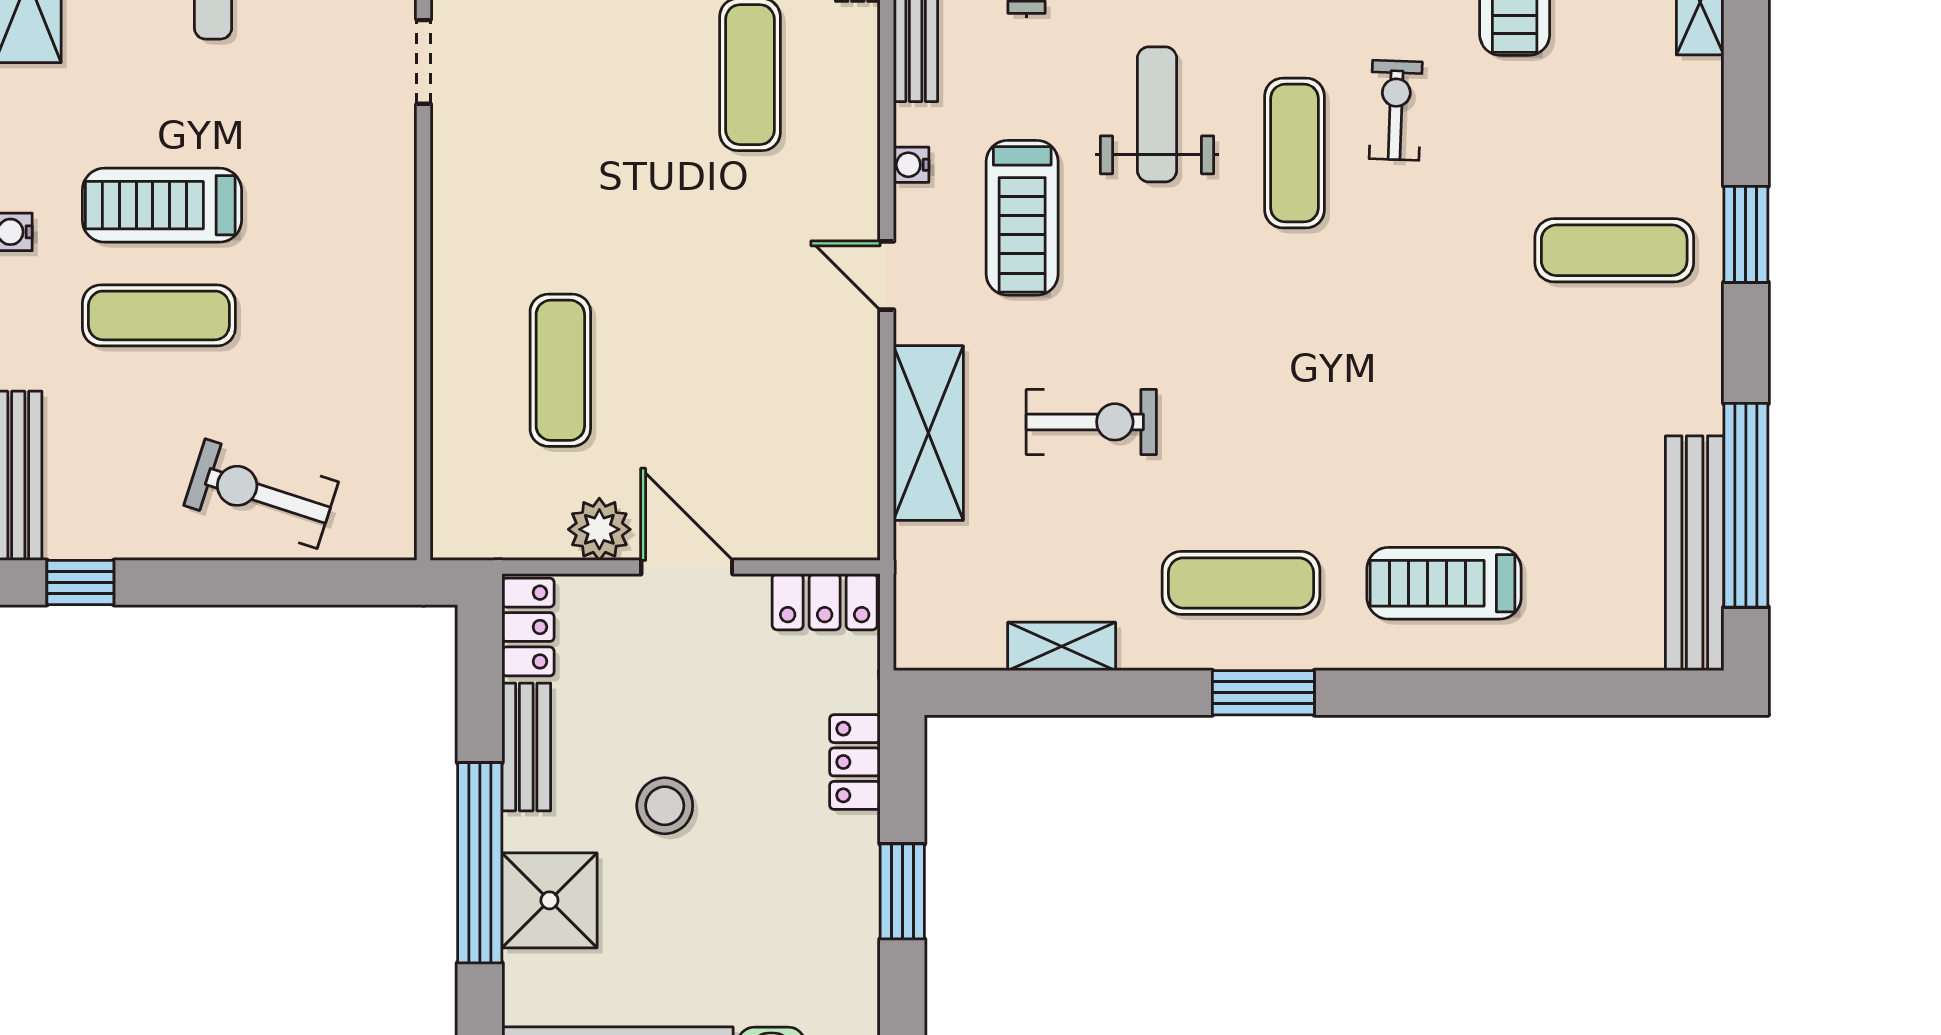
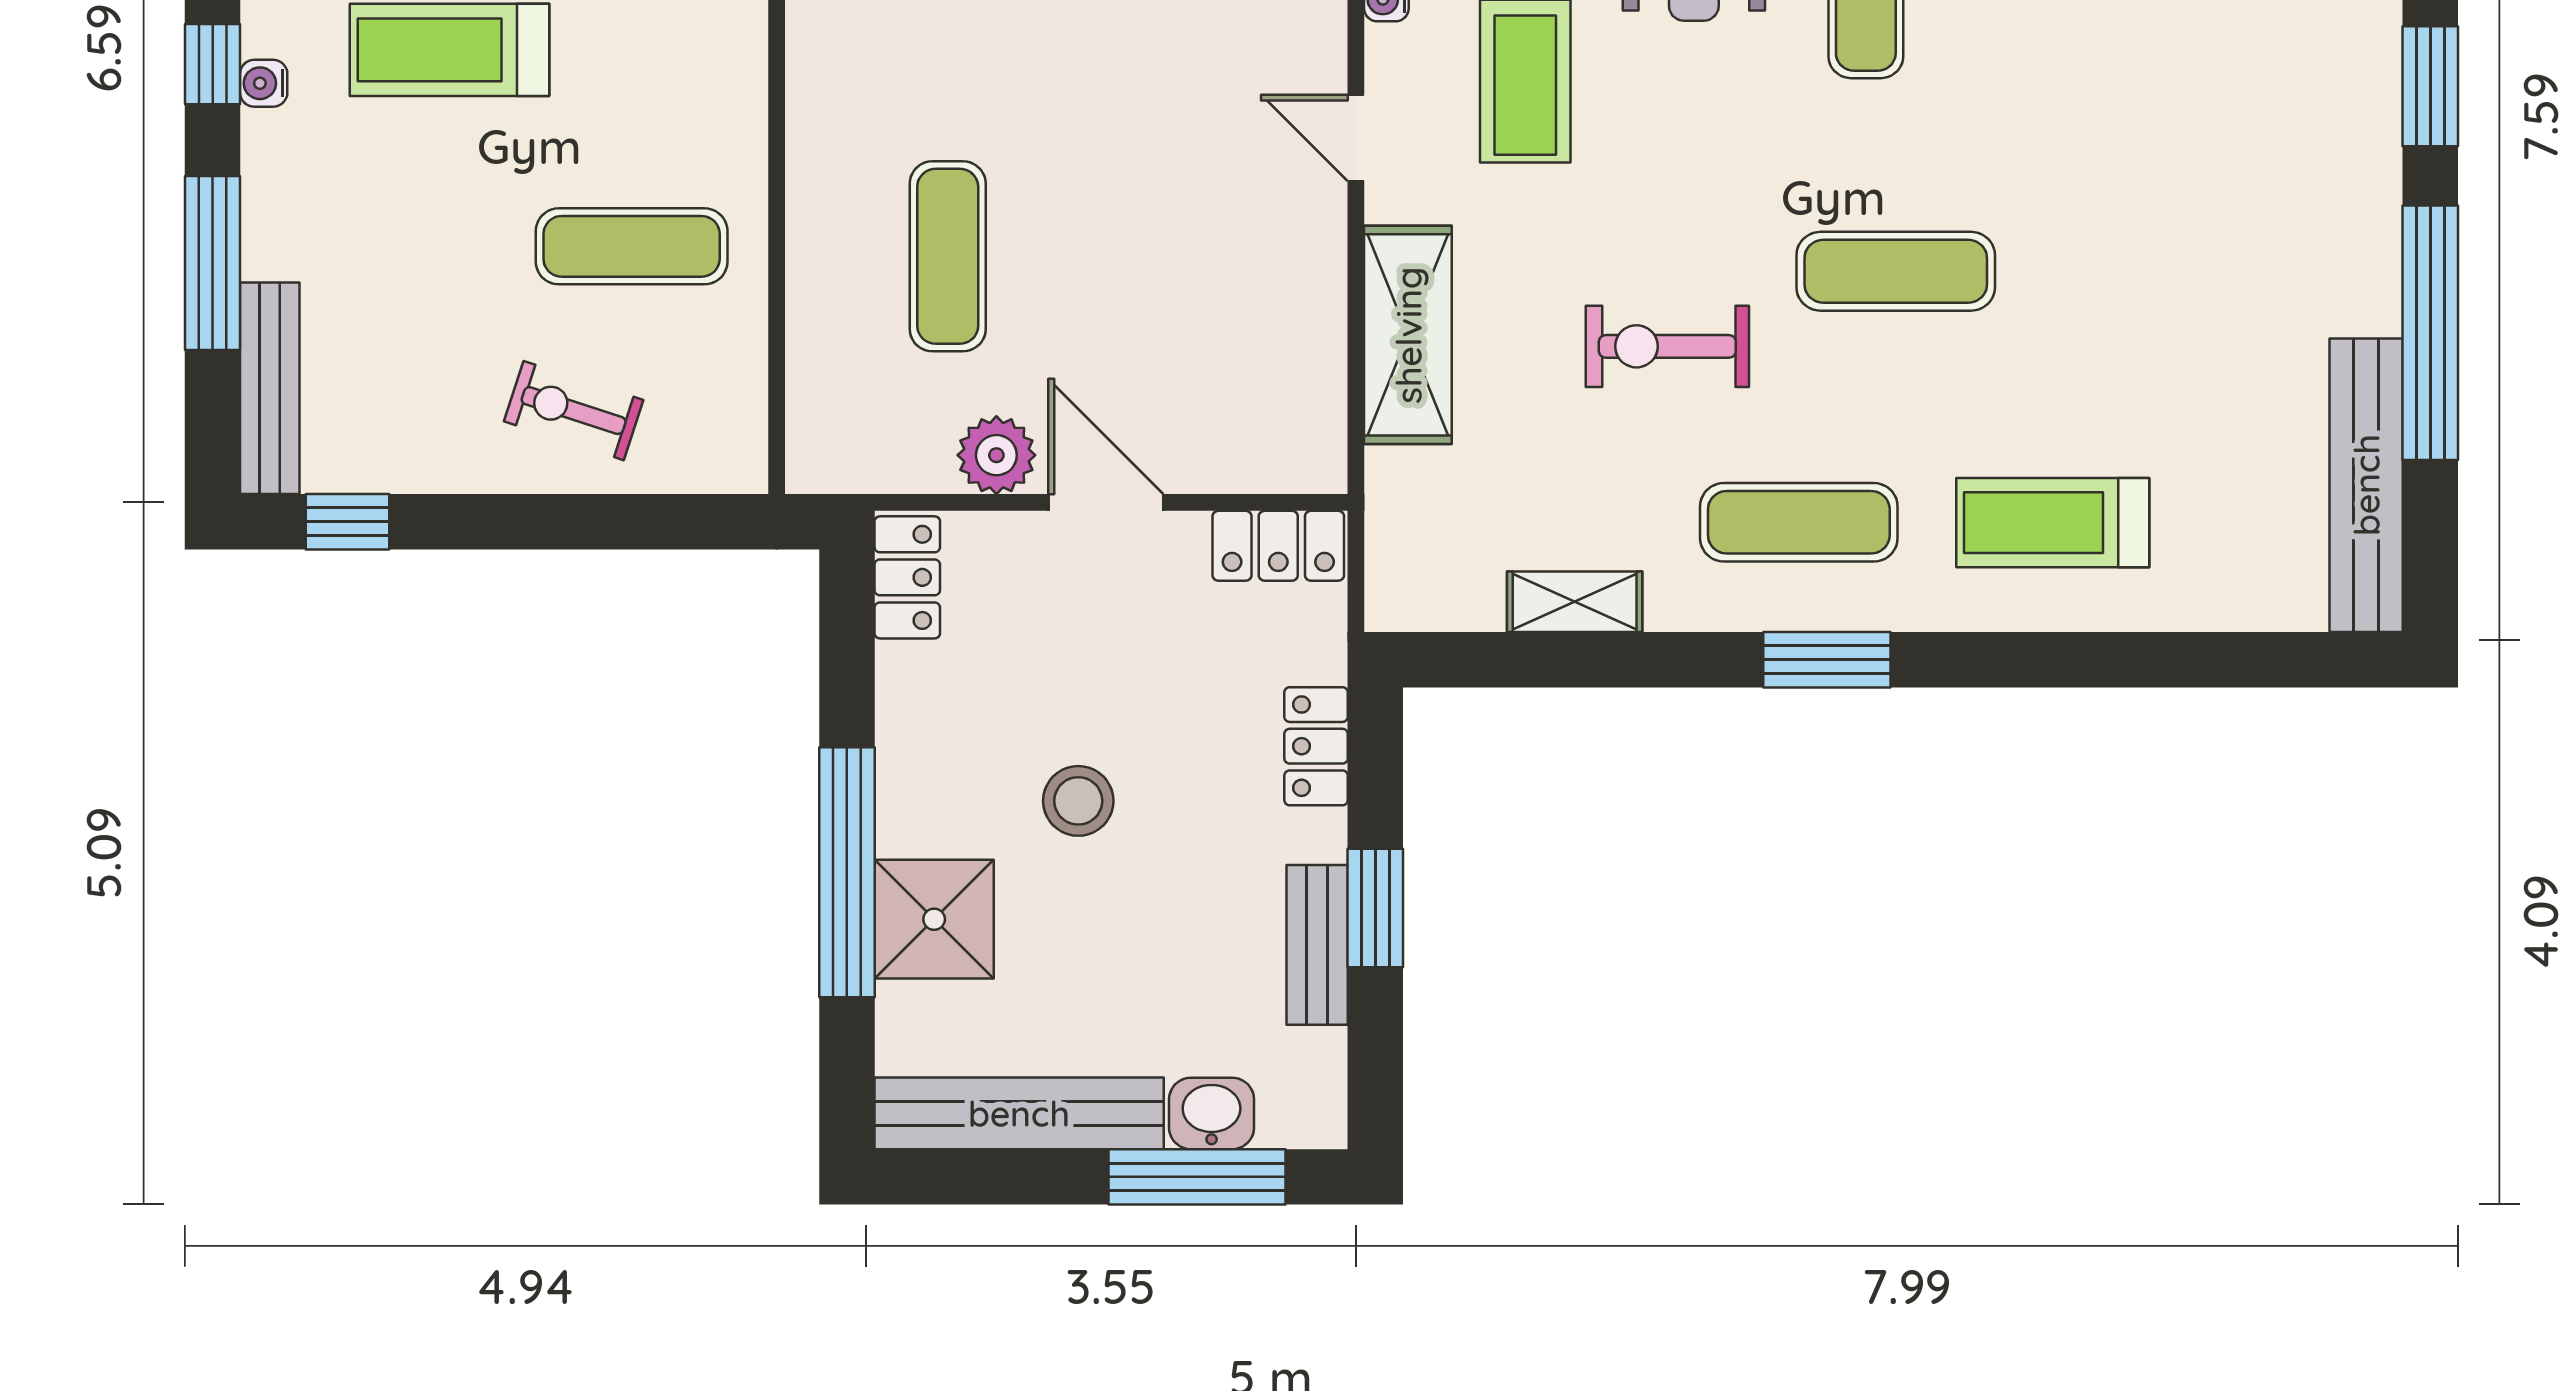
exercise mat: (1614, 250) -> (1896, 271), moved
exercise mat: (159, 315) -> (632, 246), moved
exercise bike: (1091, 422) -> (1667, 346), moved, turned 180
exercise bike: (261, 494) -> (574, 411), width x0.73, depth x0.72
window: (1746, 505) -> (2430, 333), moved
bench: (526, 747) -> (1317, 945), moved

